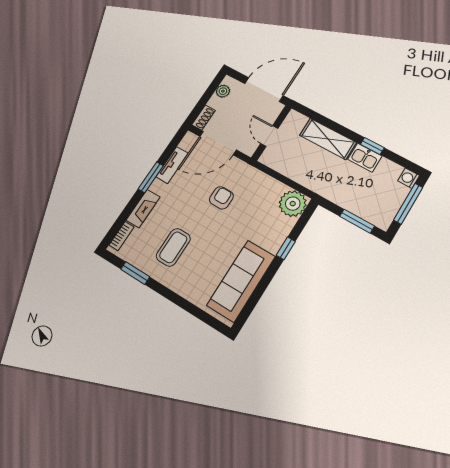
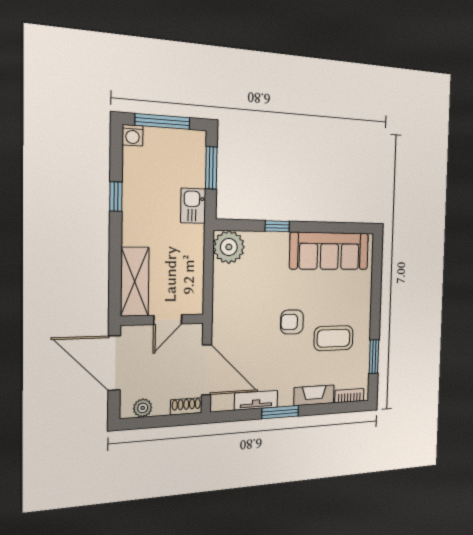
shelving: (328, 139) -> (135, 282), moved
kitchen sink: (365, 158) -> (193, 206), moved, turned 180
armchair: (221, 198) -> (292, 322), moved

